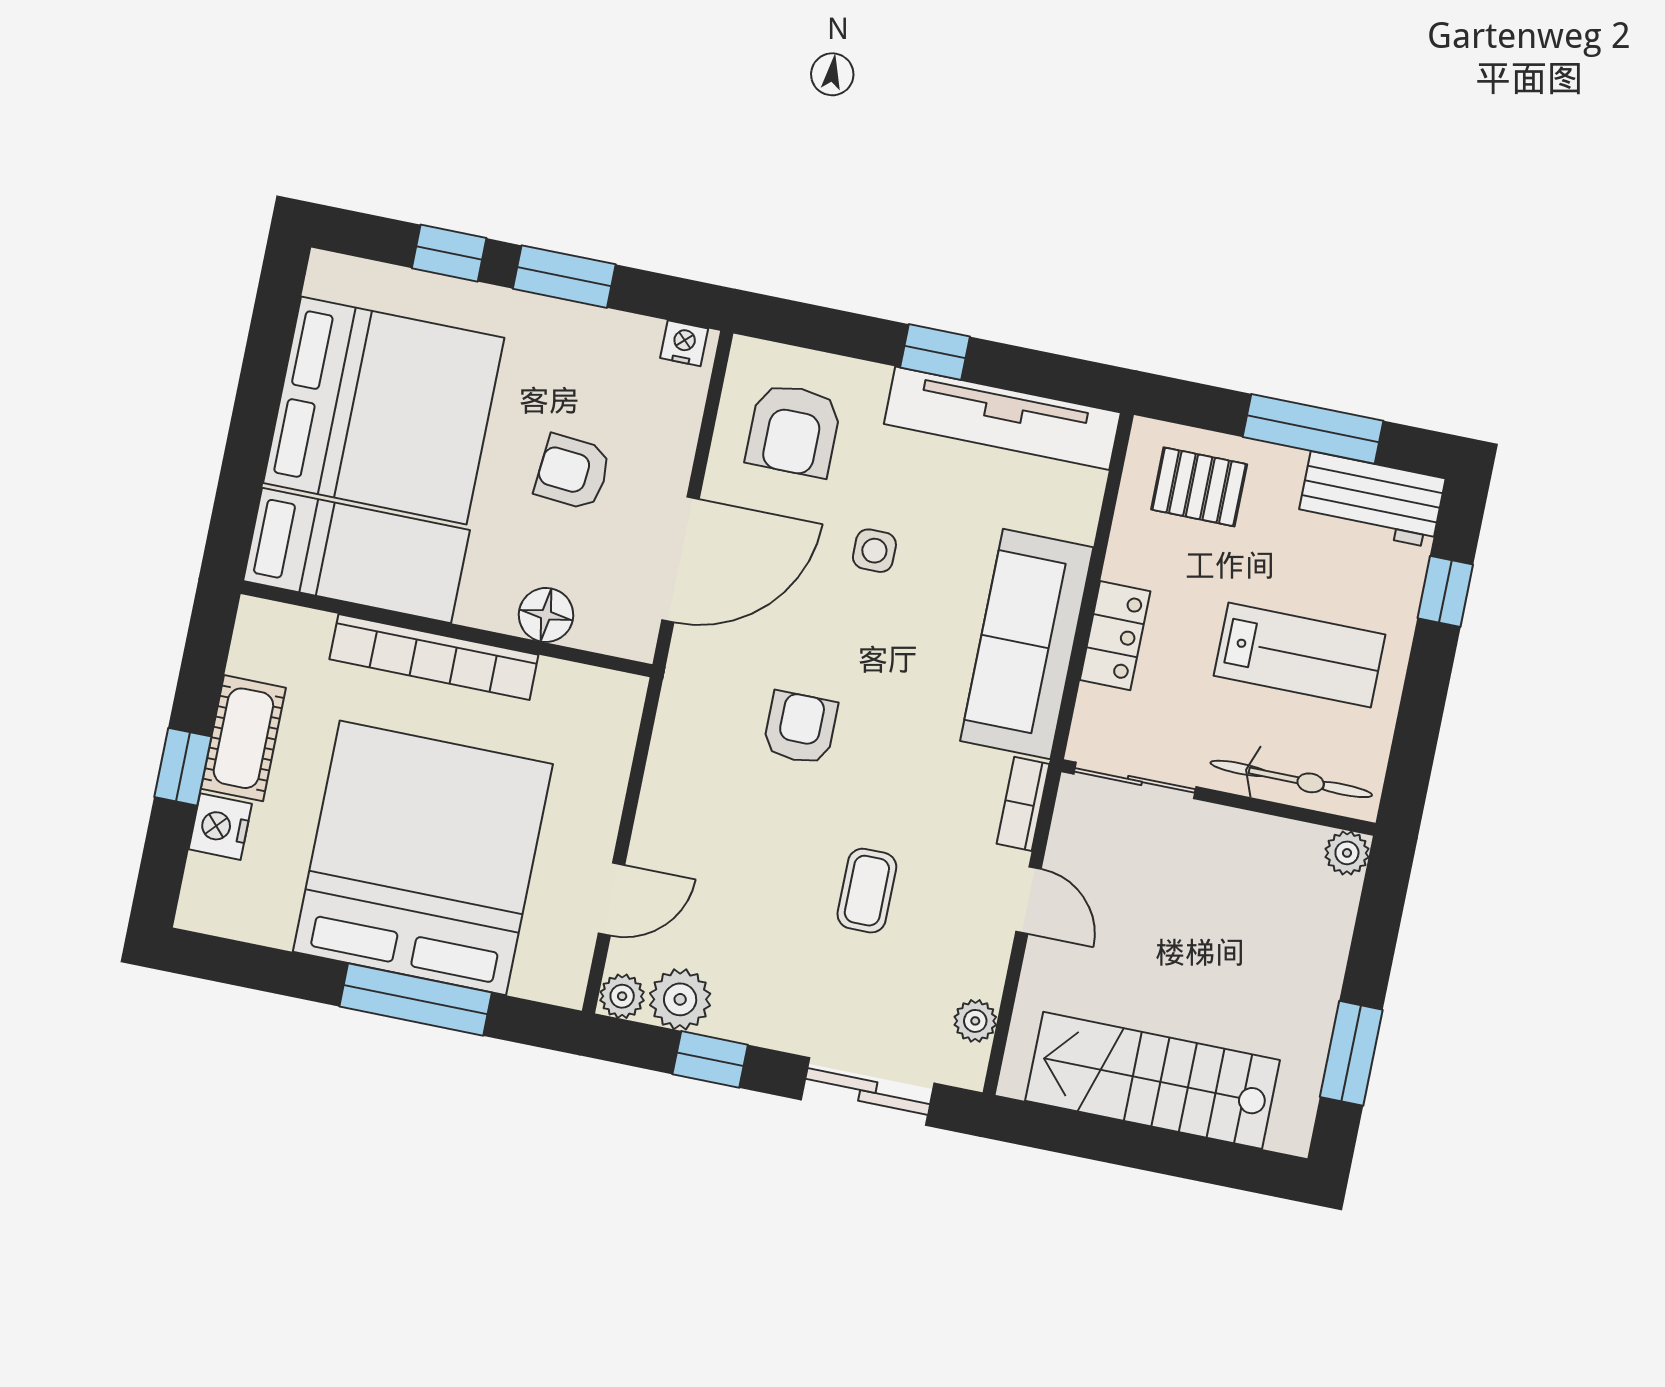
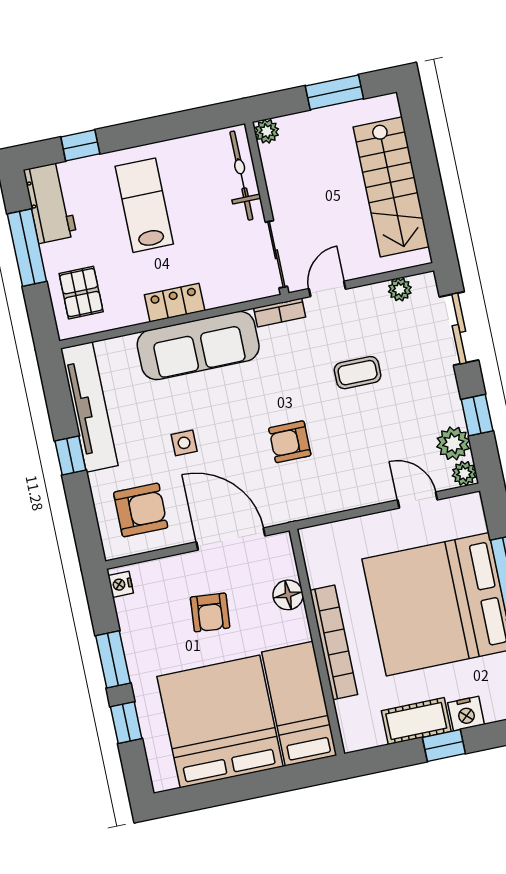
bicycle: (1291, 779) -> (241, 176), moved
sliding door: (1135, 780) -> (276, 254), moved
wall: (1218, 797) -> (267, 208), moved
plant: (1347, 853) -> (267, 131), moved

